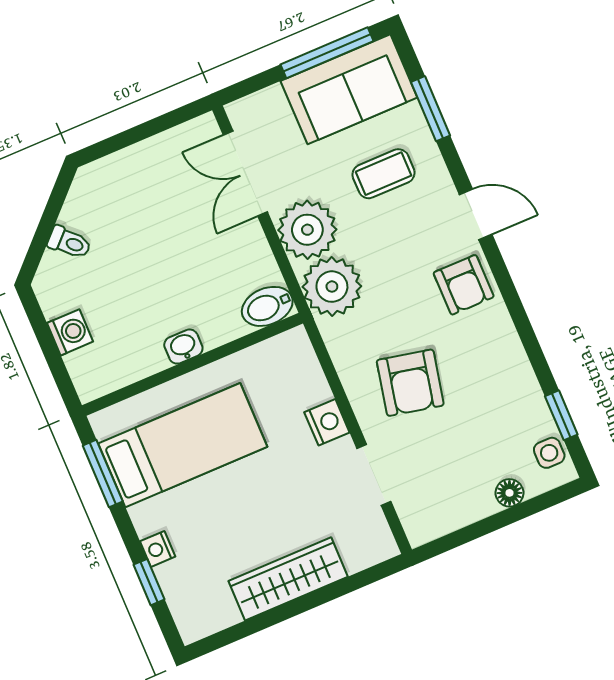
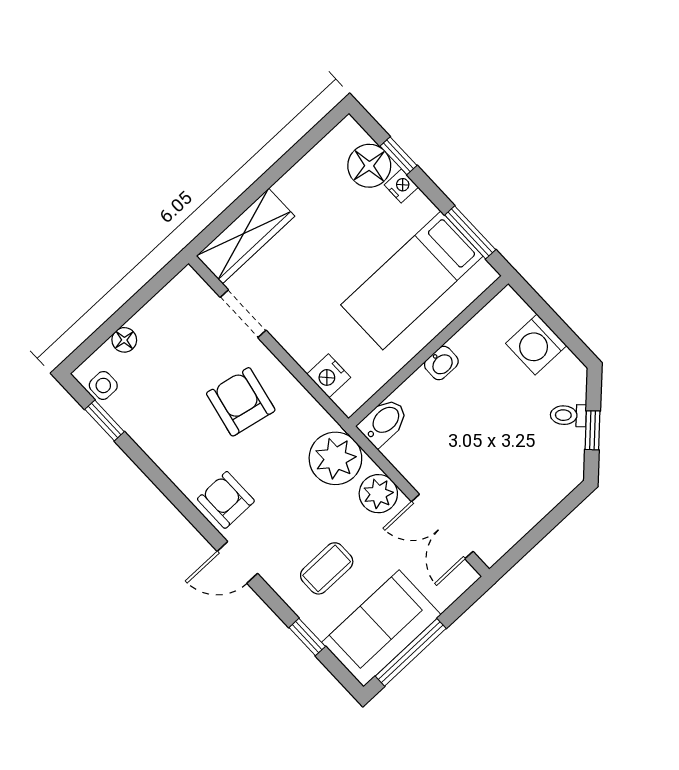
window: (430, 109) -> (307, 637), width x0.67
double door: (245, 174) -> (442, 527), swing flipped
window: (49, 217) -> (593, 430), added
plant: (307, 230) -> (378, 494), width x0.73, depth x0.73
washing machine: (70, 332) -> (536, 344), width x1.38, depth x1.38
nightstand: (327, 422) -> (329, 376), moved
wardrobe: (288, 579) -> (245, 236), moved
floor lamp: (184, 583) -> (369, 166), added

